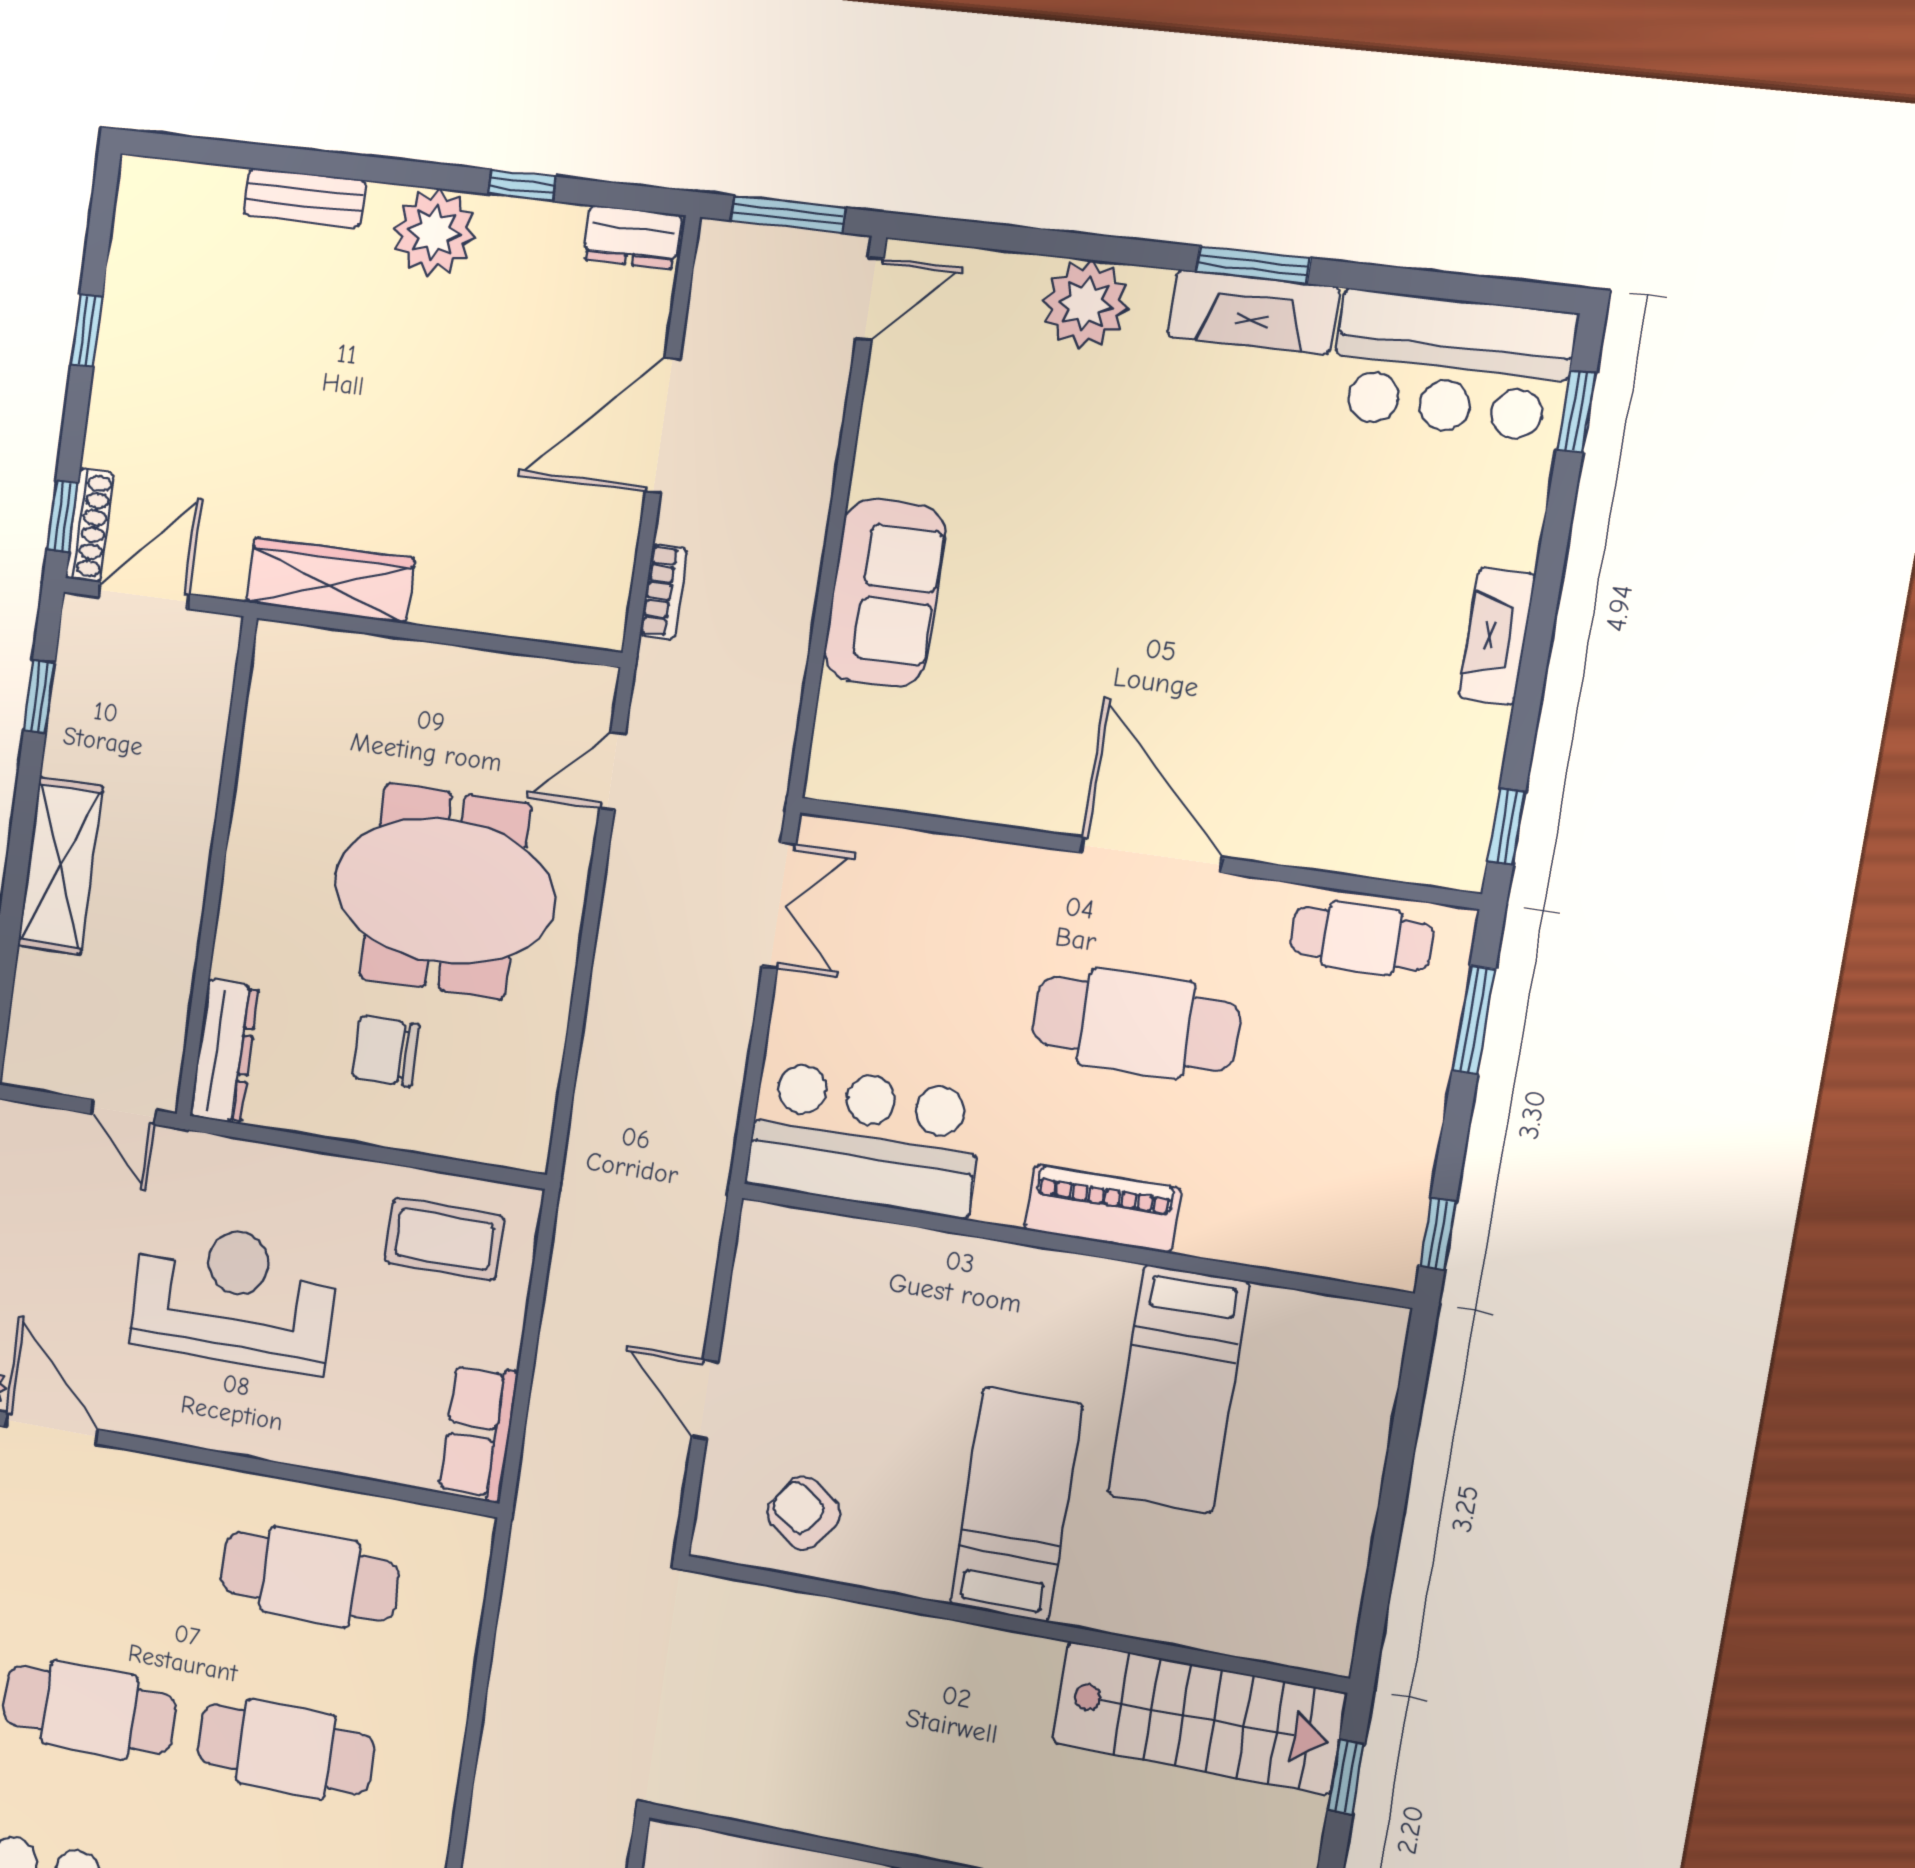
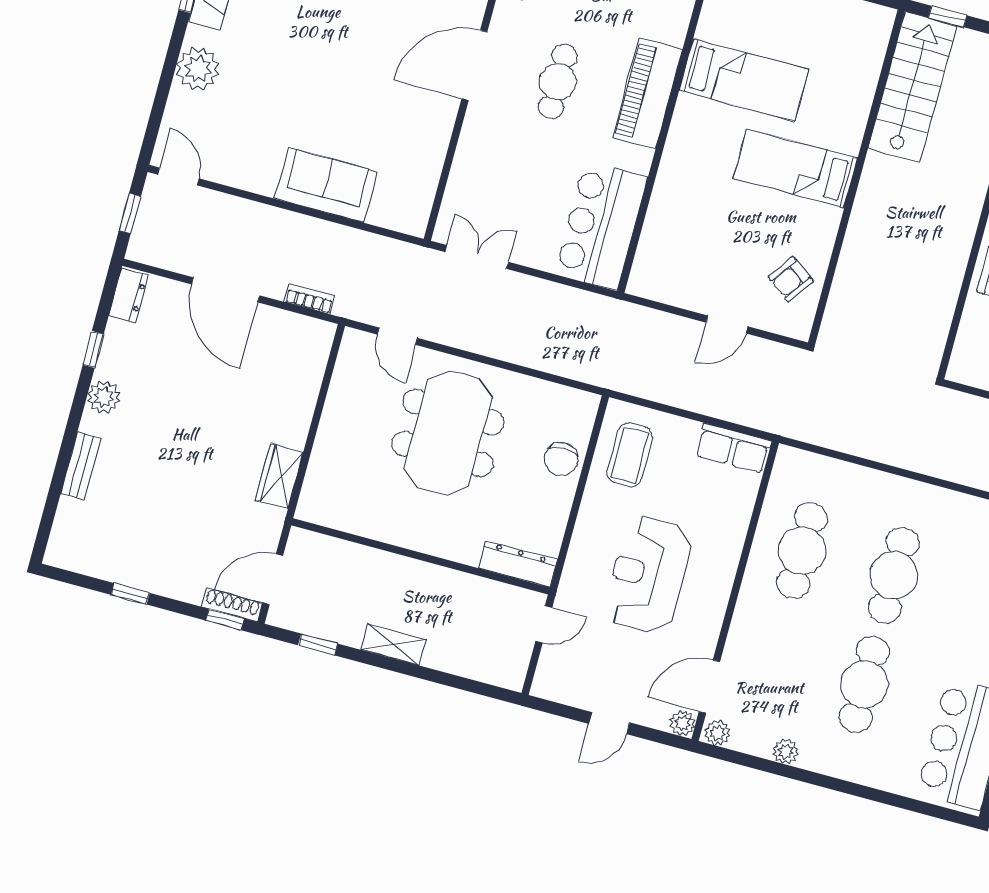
window: (788, 214) -> (130, 213), width x0.67
plant: (434, 232) -> (104, 397), width x0.73, depth x0.73
wardrobe: (330, 580) -> (279, 476), width x0.67
door: (144, 596) -> (273, 579), hinge flipped
shelving: (60, 866) -> (393, 644), width x0.67, depth x0.75
cafe table: (1136, 1024) -> (558, 82), width x0.73, depth x0.74
chair: (386, 1051) -> (561, 459), moved
piano: (1102, 1209) -> (647, 94), width x1.37, depth x1.33

